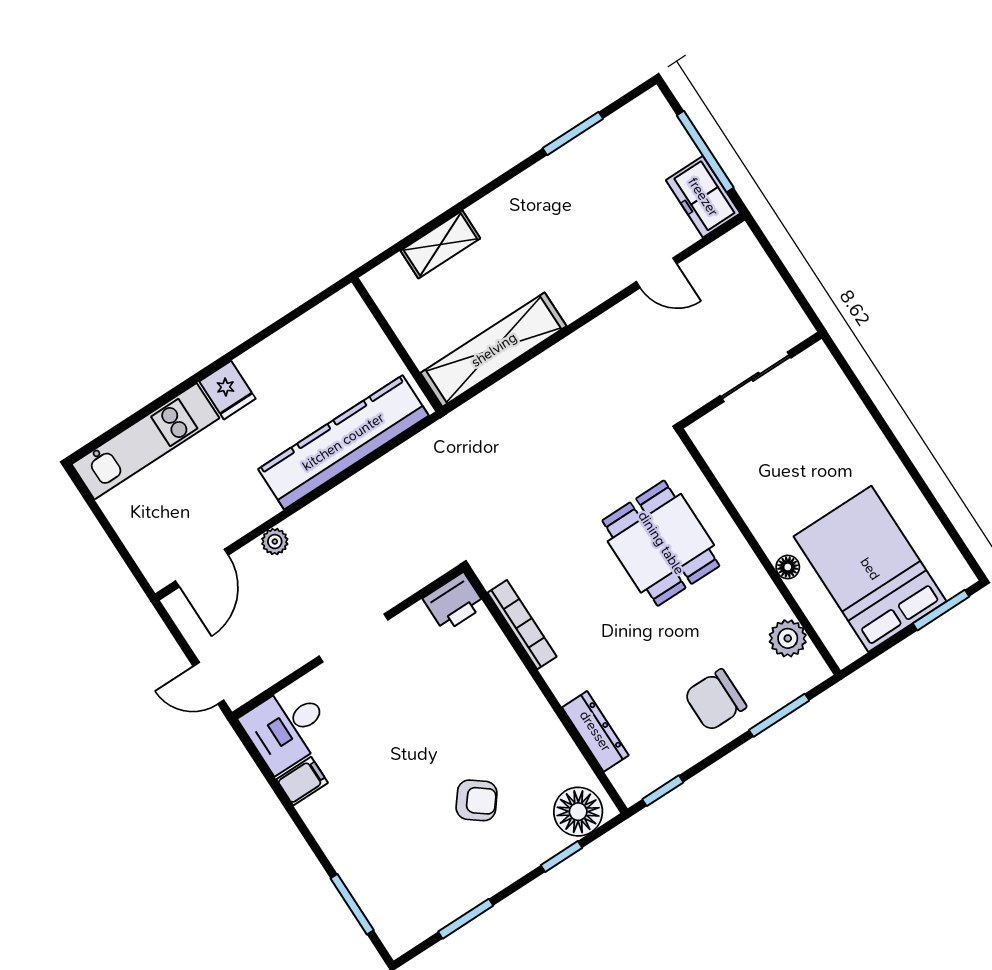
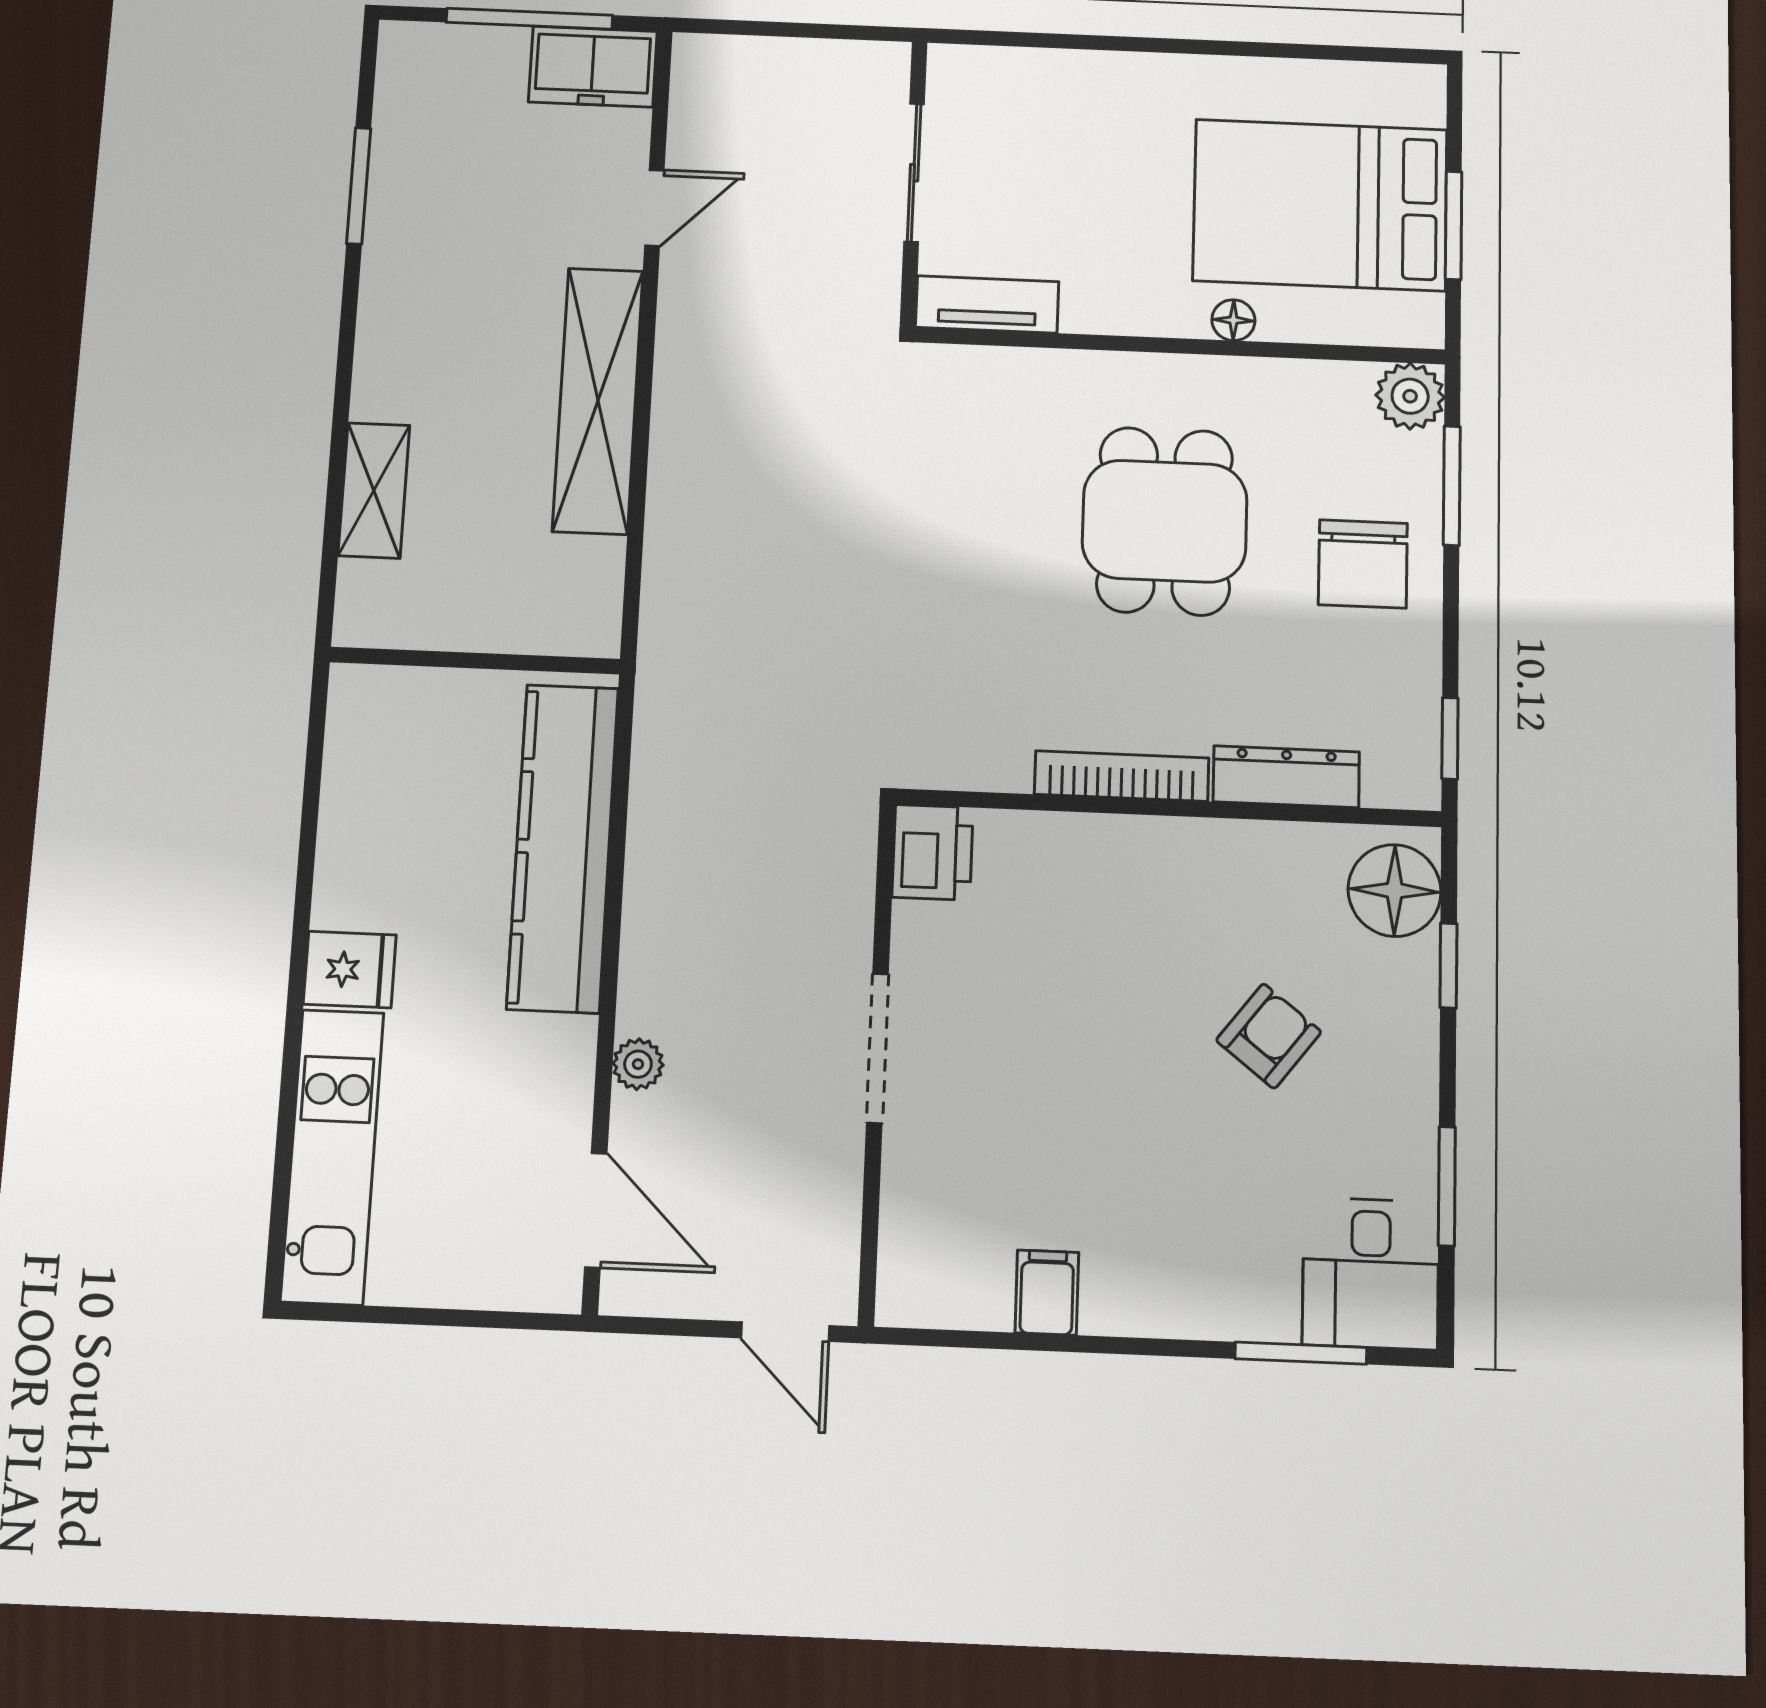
shelving: (494, 350) -> (598, 401), moved
tv unit: (717, 453) -> (987, 304), added
dining table: (661, 543) -> (1165, 521), moved, turned 90
window: (941, 610) -> (1454, 225), moved
bookcase: (522, 625) -> (1122, 776), moved
plant: (788, 638) -> (1410, 396), moved
door: (209, 683) -> (785, 1332), hinge flipped
desk: (287, 728) -> (1371, 1273), moved

